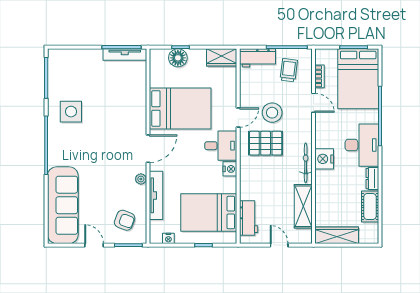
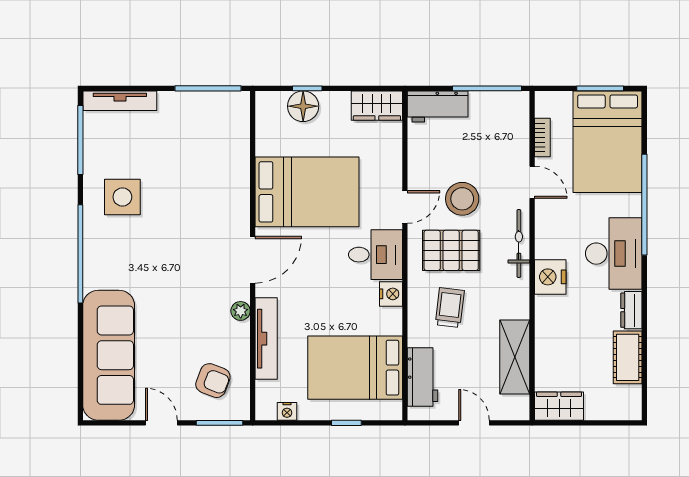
tv unit: (125, 55) -> (120, 101), moved
trolley: (289, 70) -> (450, 308), moved
bicycle: (306, 163) -> (519, 243), moved
wardrobe: (337, 235) -> (559, 406), width x0.67

